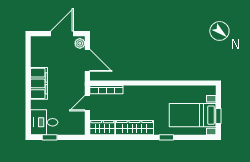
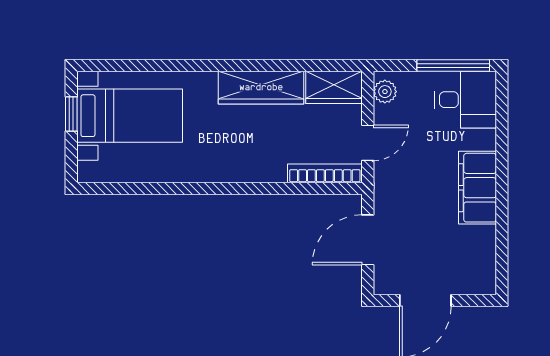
plant: (80, 43) -> (385, 92), moved
door: (87, 60) -> (368, 240), hinge flipped
window: (50, 137) -> (453, 66), width x2.17
window: (166, 137) -> (189, 66), removed

